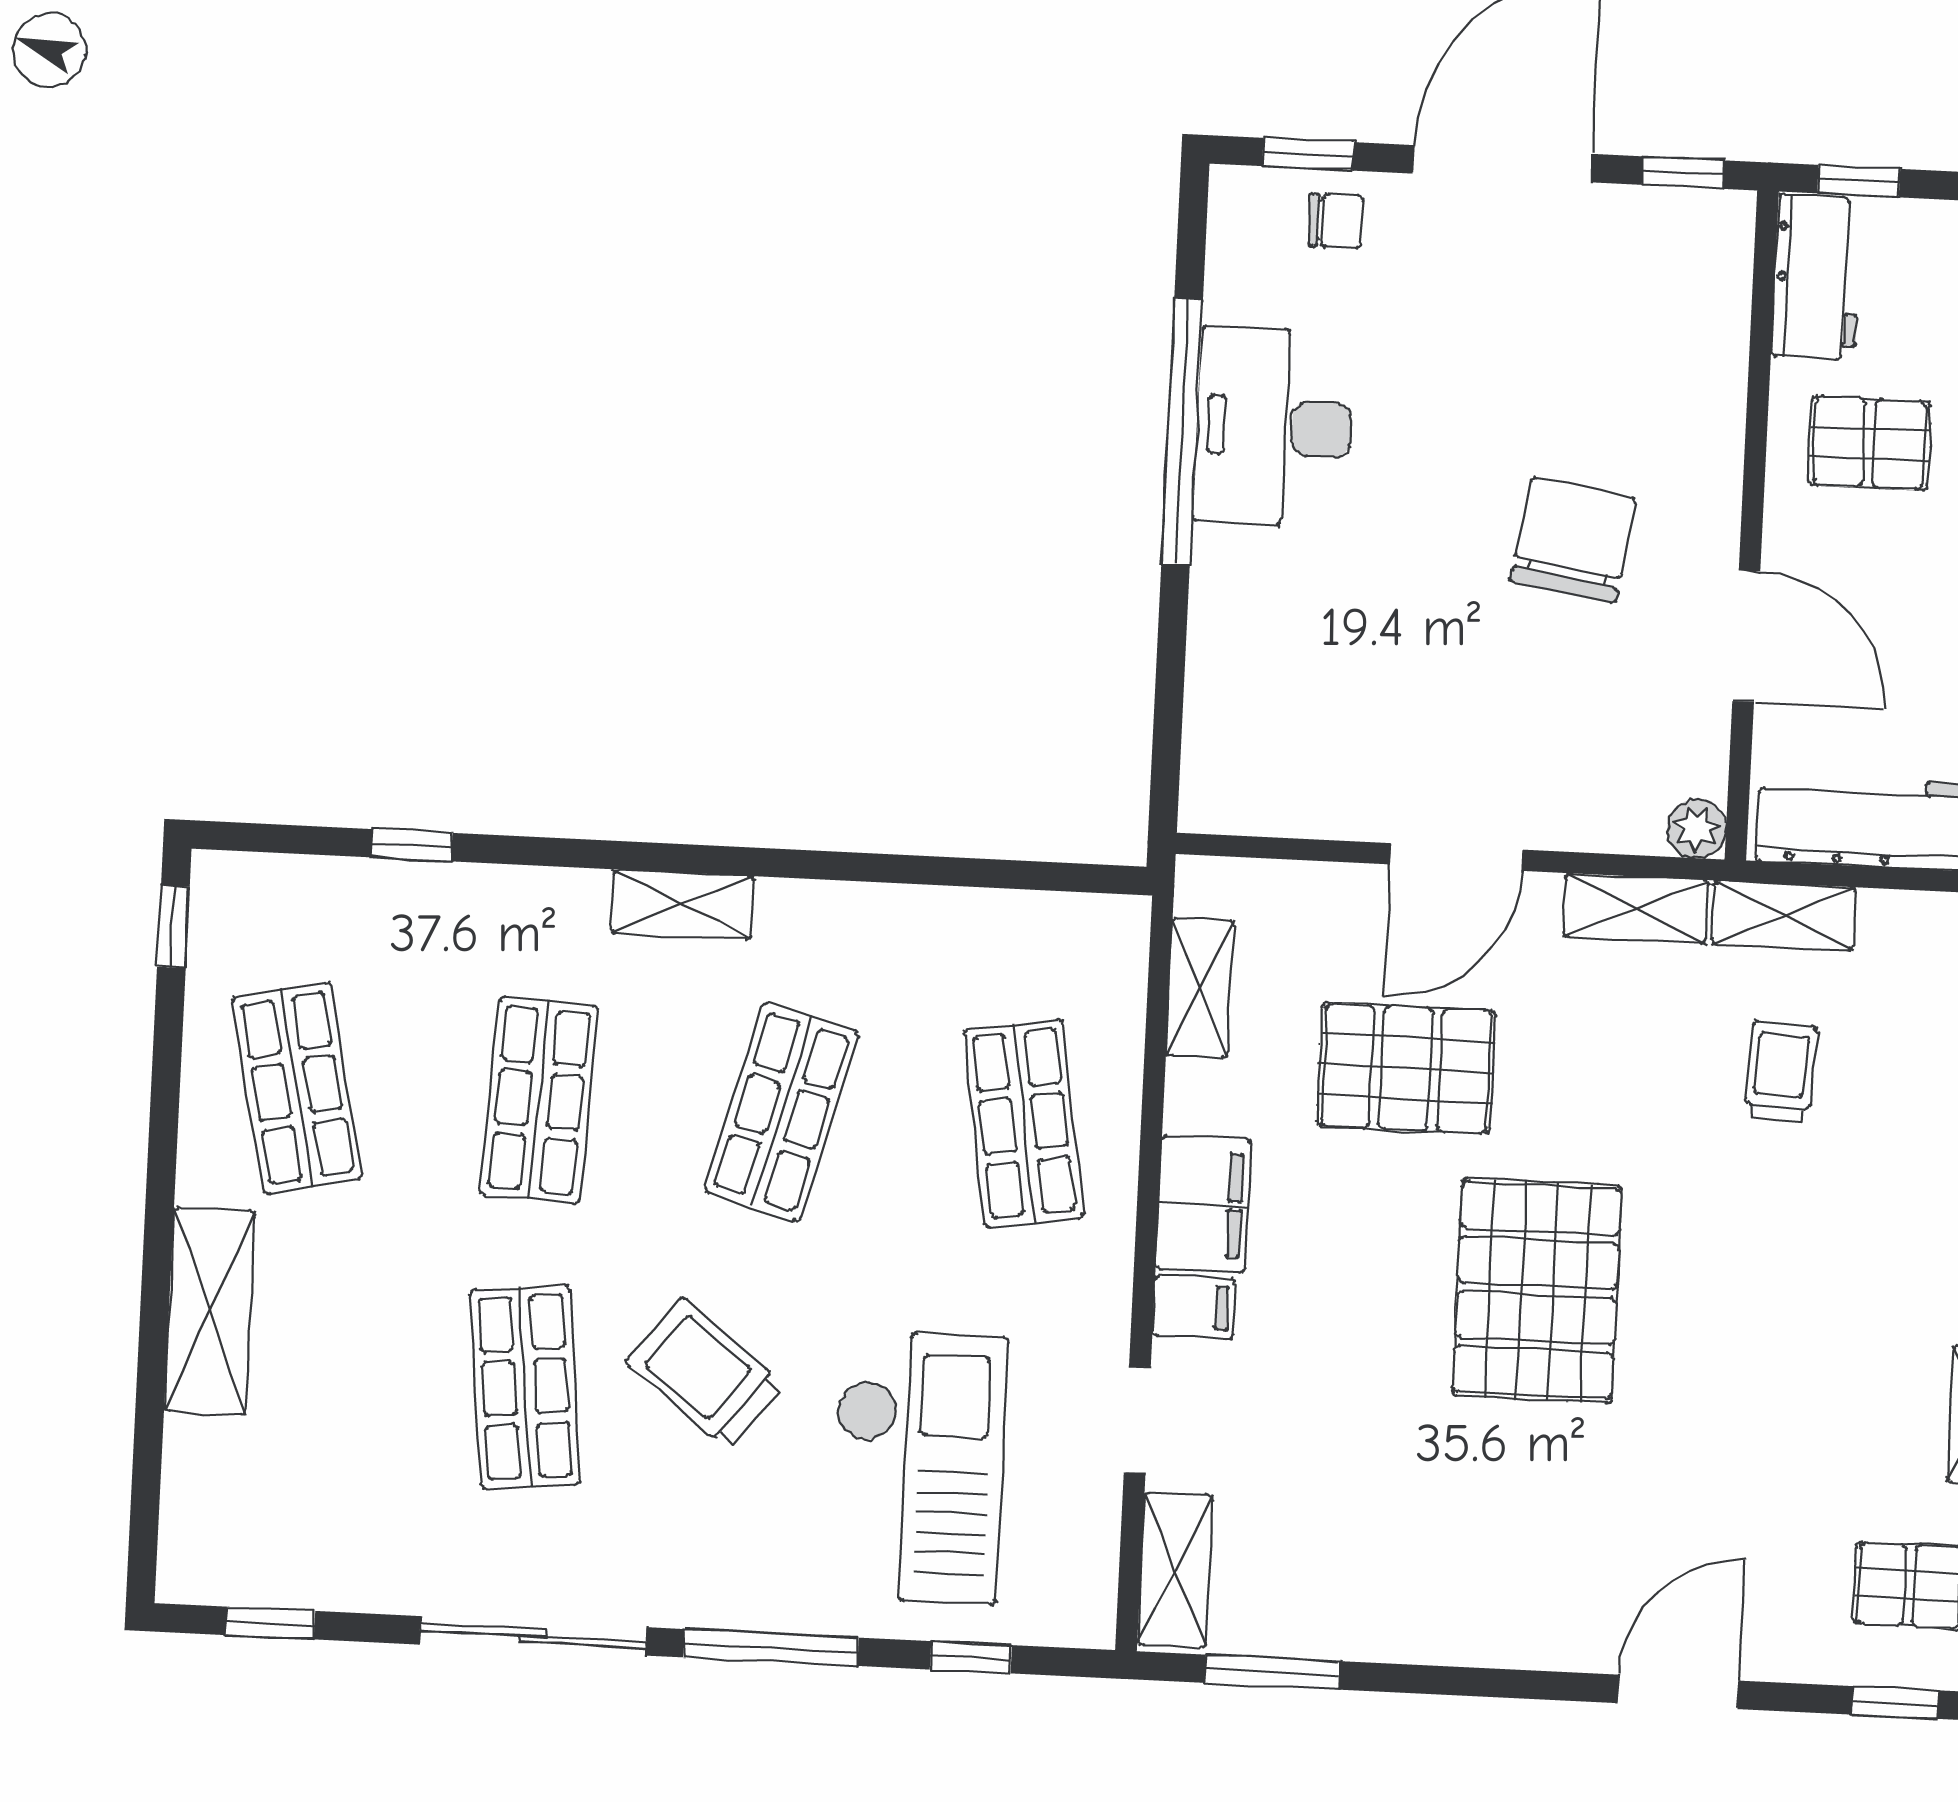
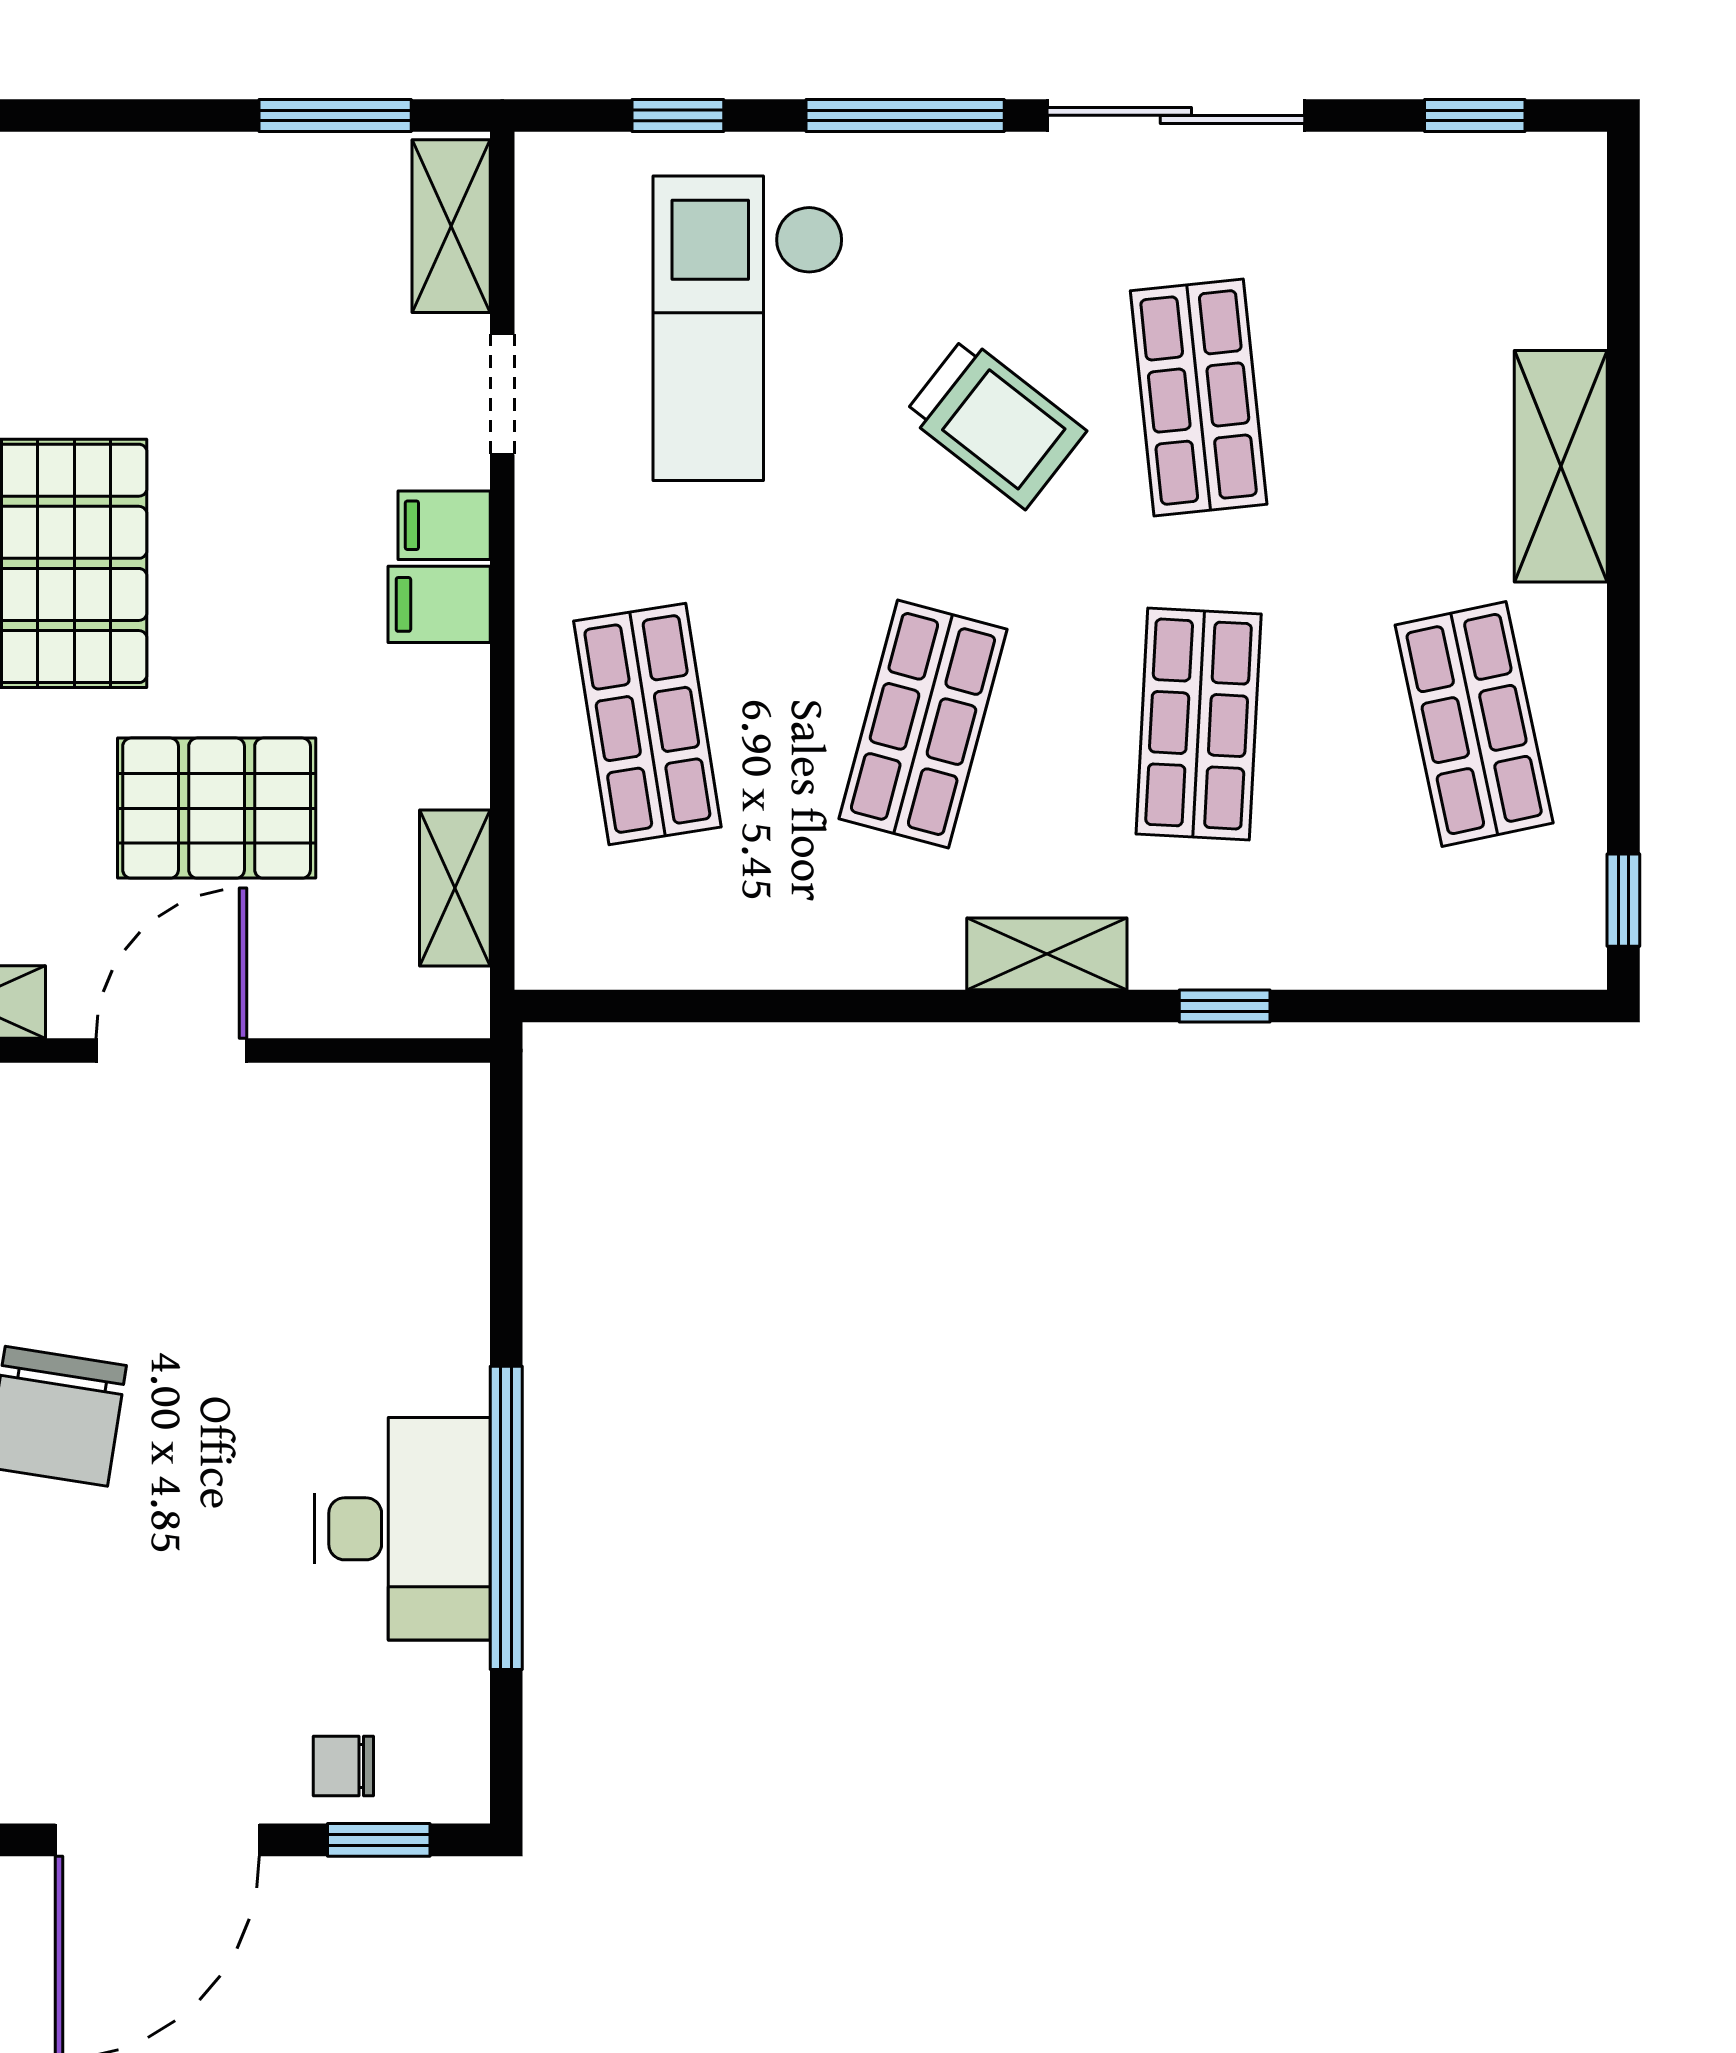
window: (412, 845) -> (1225, 1006), moved
filing cabinet: (1203, 1204) -> (439, 604), width x0.50

